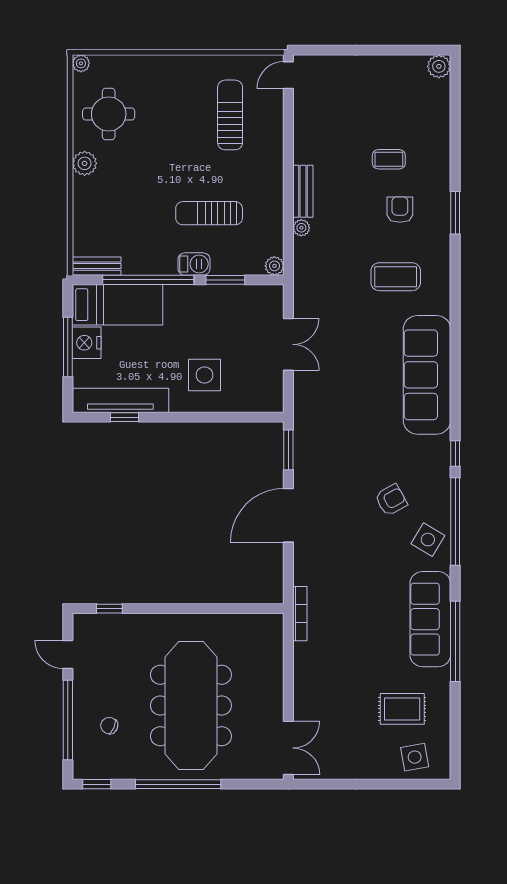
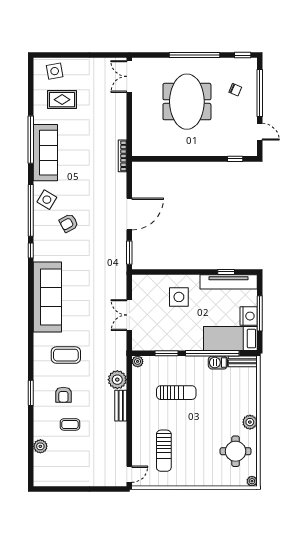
plant: (439, 66) -> (40, 446), moved
plant: (301, 228) -> (117, 380), width x1.88, depth x1.88
barbecue: (194, 264) -> (218, 363), moved
meeting table: (191, 705) -> (187, 102), width x0.73

